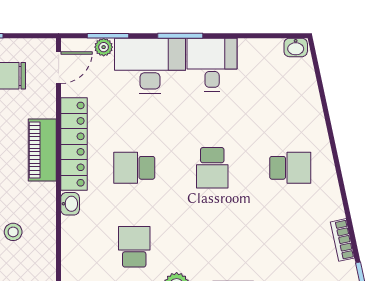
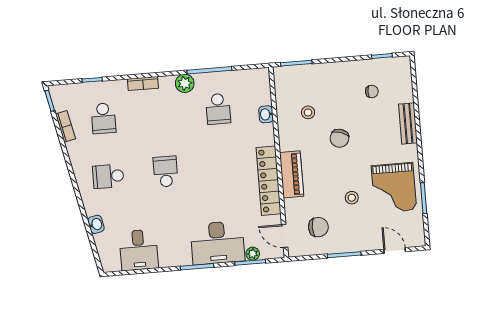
washbasin: (296, 47) -> (96, 224), moved, turned 78
desk: (212, 65) -> (139, 250), moved
door: (59, 68) -> (285, 236), hinge flipped
school desk: (134, 168) -> (103, 118), moved, turned 90
washbasin: (70, 204) -> (266, 114), moved

